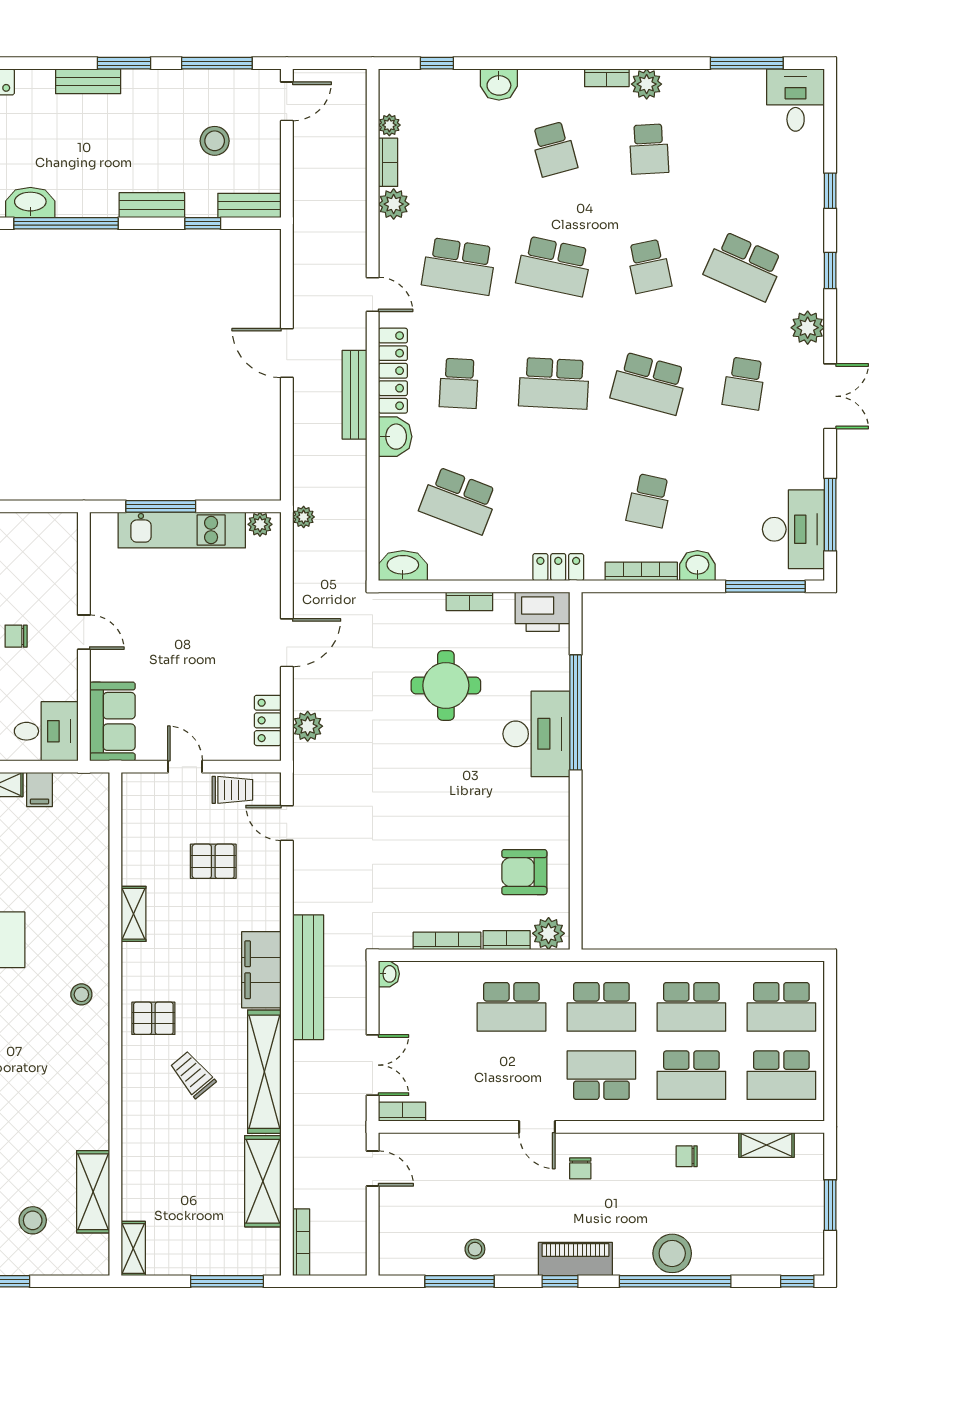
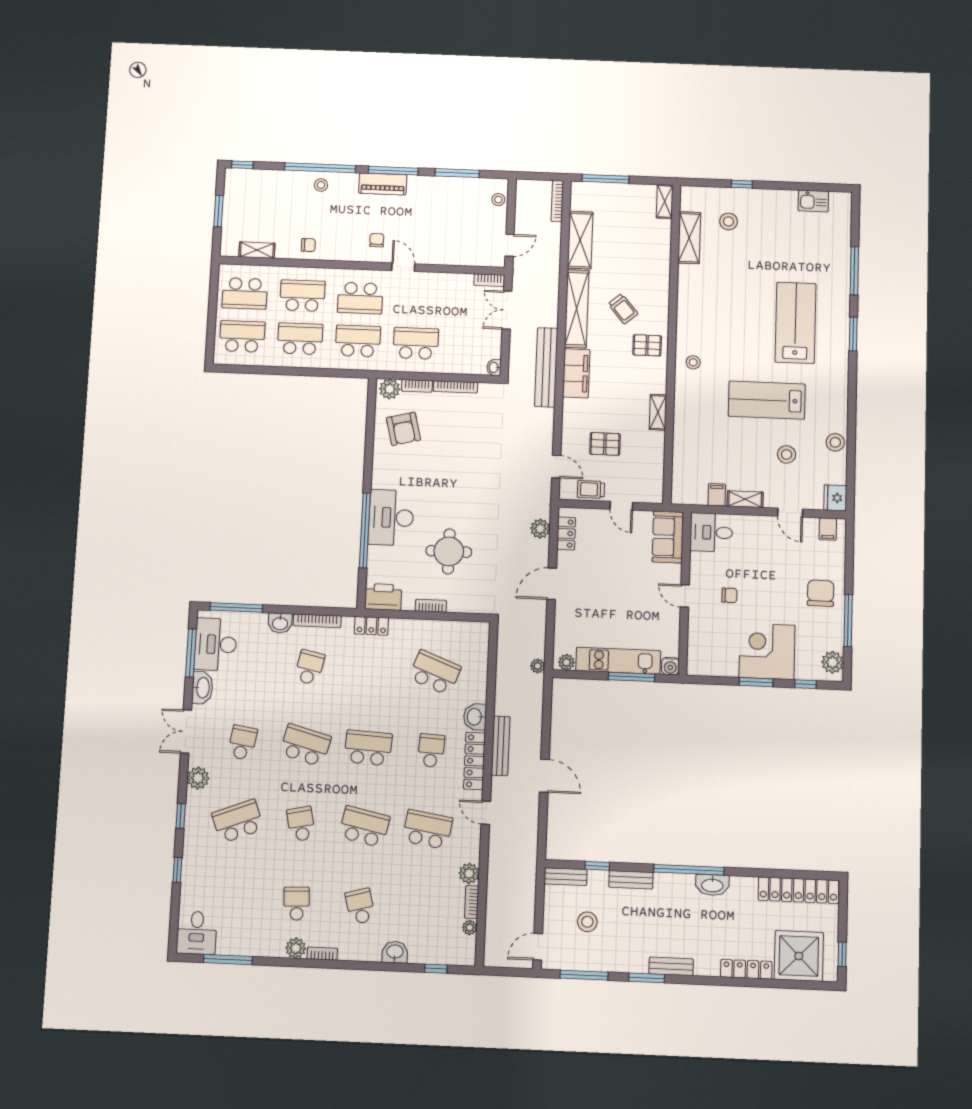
school desk: (744, 266) -> (238, 821), turned -45
water cooler: (103, 525) -> (670, 666), added
washbasin: (403, 566) -> (202, 688), moved, turned -90
armchair: (524, 872) -> (403, 429), turned 76
school desk: (781, 1075) -> (245, 293), turned 180
door: (373, 1168) -> (510, 245), swing flipped
stool: (475, 1249) -> (498, 200), moved
stool: (672, 1253) -> (321, 185), width x0.53, depth x0.53
window: (560, 1281) -> (393, 171), width x2.17

